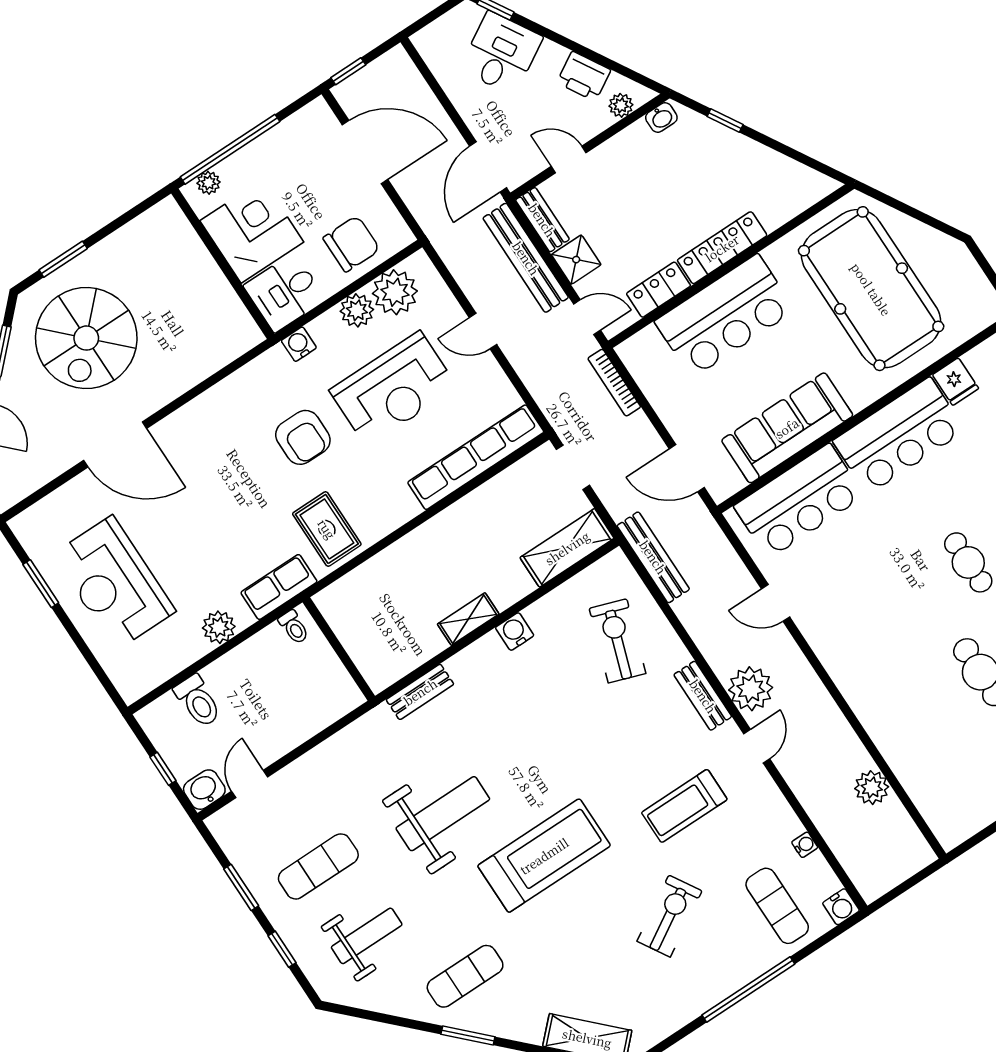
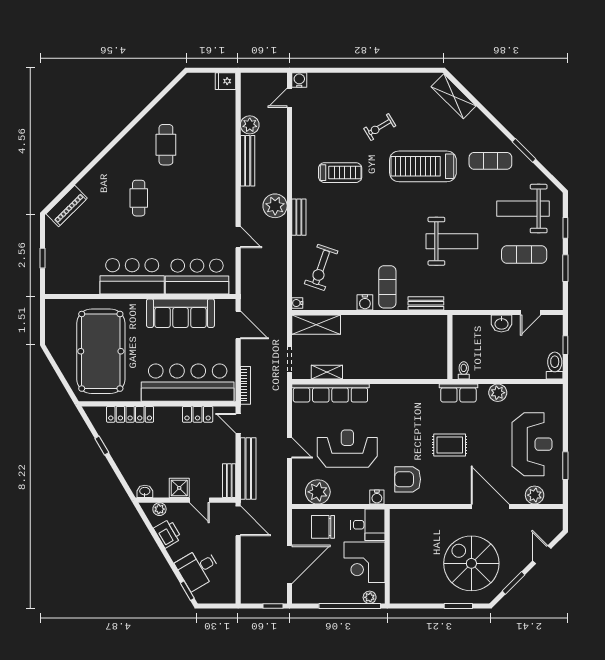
window: (725, 120) -> (102, 446), moved
door: (365, 152) -> (289, 564), swing flipped
door: (488, 167) -> (238, 521), hinge flipped
locker: (722, 248) -> (130, 414), moved
shower: (576, 260) -> (179, 488), moved
plant: (357, 310) -> (535, 495), moved
bar counter: (725, 316) -> (188, 383), width x1.36
spiral stairs: (86, 338) -> (471, 563), turned -90
fridge: (956, 382) -> (226, 81), moved, turned -90
armchair: (303, 437) -> (408, 479), moved, turned -90
rug: (327, 529) -> (450, 445), moved, turned 90
bench: (653, 557) -> (248, 161), moved
shelving: (468, 619) -> (327, 372), moved
toilet: (198, 701) -> (555, 365), moved
door: (757, 746) -> (289, 98), moved
washbasin: (204, 790) -> (501, 323), moved
weight bench: (443, 814) -> (452, 241), turned 180
water cooler: (805, 845) -> (297, 303), moved
treadmill: (544, 856) -> (423, 166), moved
exercise mat: (777, 906) -> (387, 287), moved
exercise bike: (670, 916) -> (380, 127), width x0.73, depth x0.72
weight bench: (367, 936) -> (523, 209), width x1.36, depth x1.33
window: (748, 989) -> (366, 70), removed
window: (468, 1035) -> (524, 150), moved

